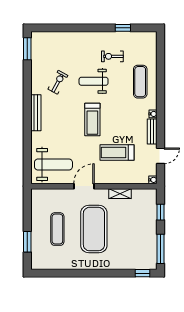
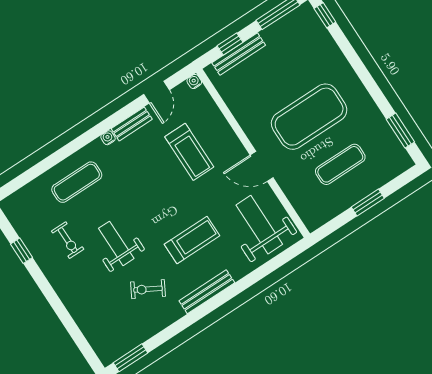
weight bench: (94, 81) -> (116, 243), turned 180
treadmill: (92, 119) -> (192, 240), moved
door: (161, 156) -> (156, 92), swing flipped
shelving: (120, 194) -> (240, 113), removed
bench: (152, 213) -> (239, 54), added
window: (27, 242) -> (368, 203), moved
window: (54, 273) -> (400, 131), added

